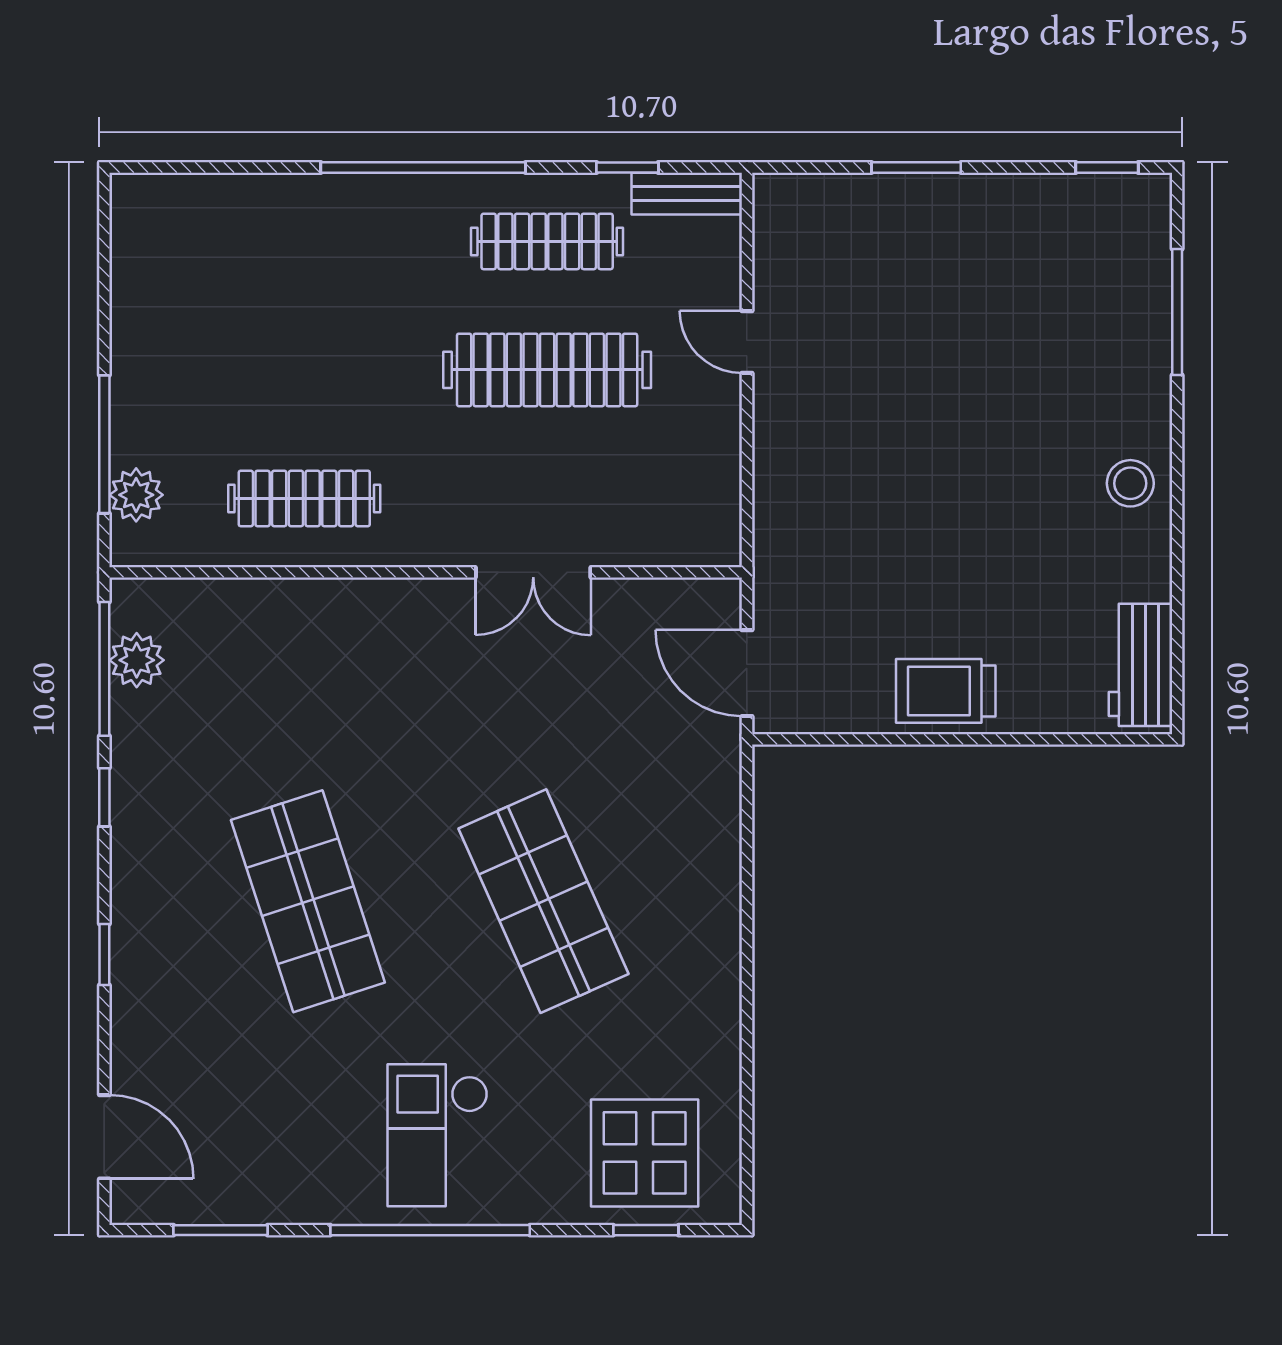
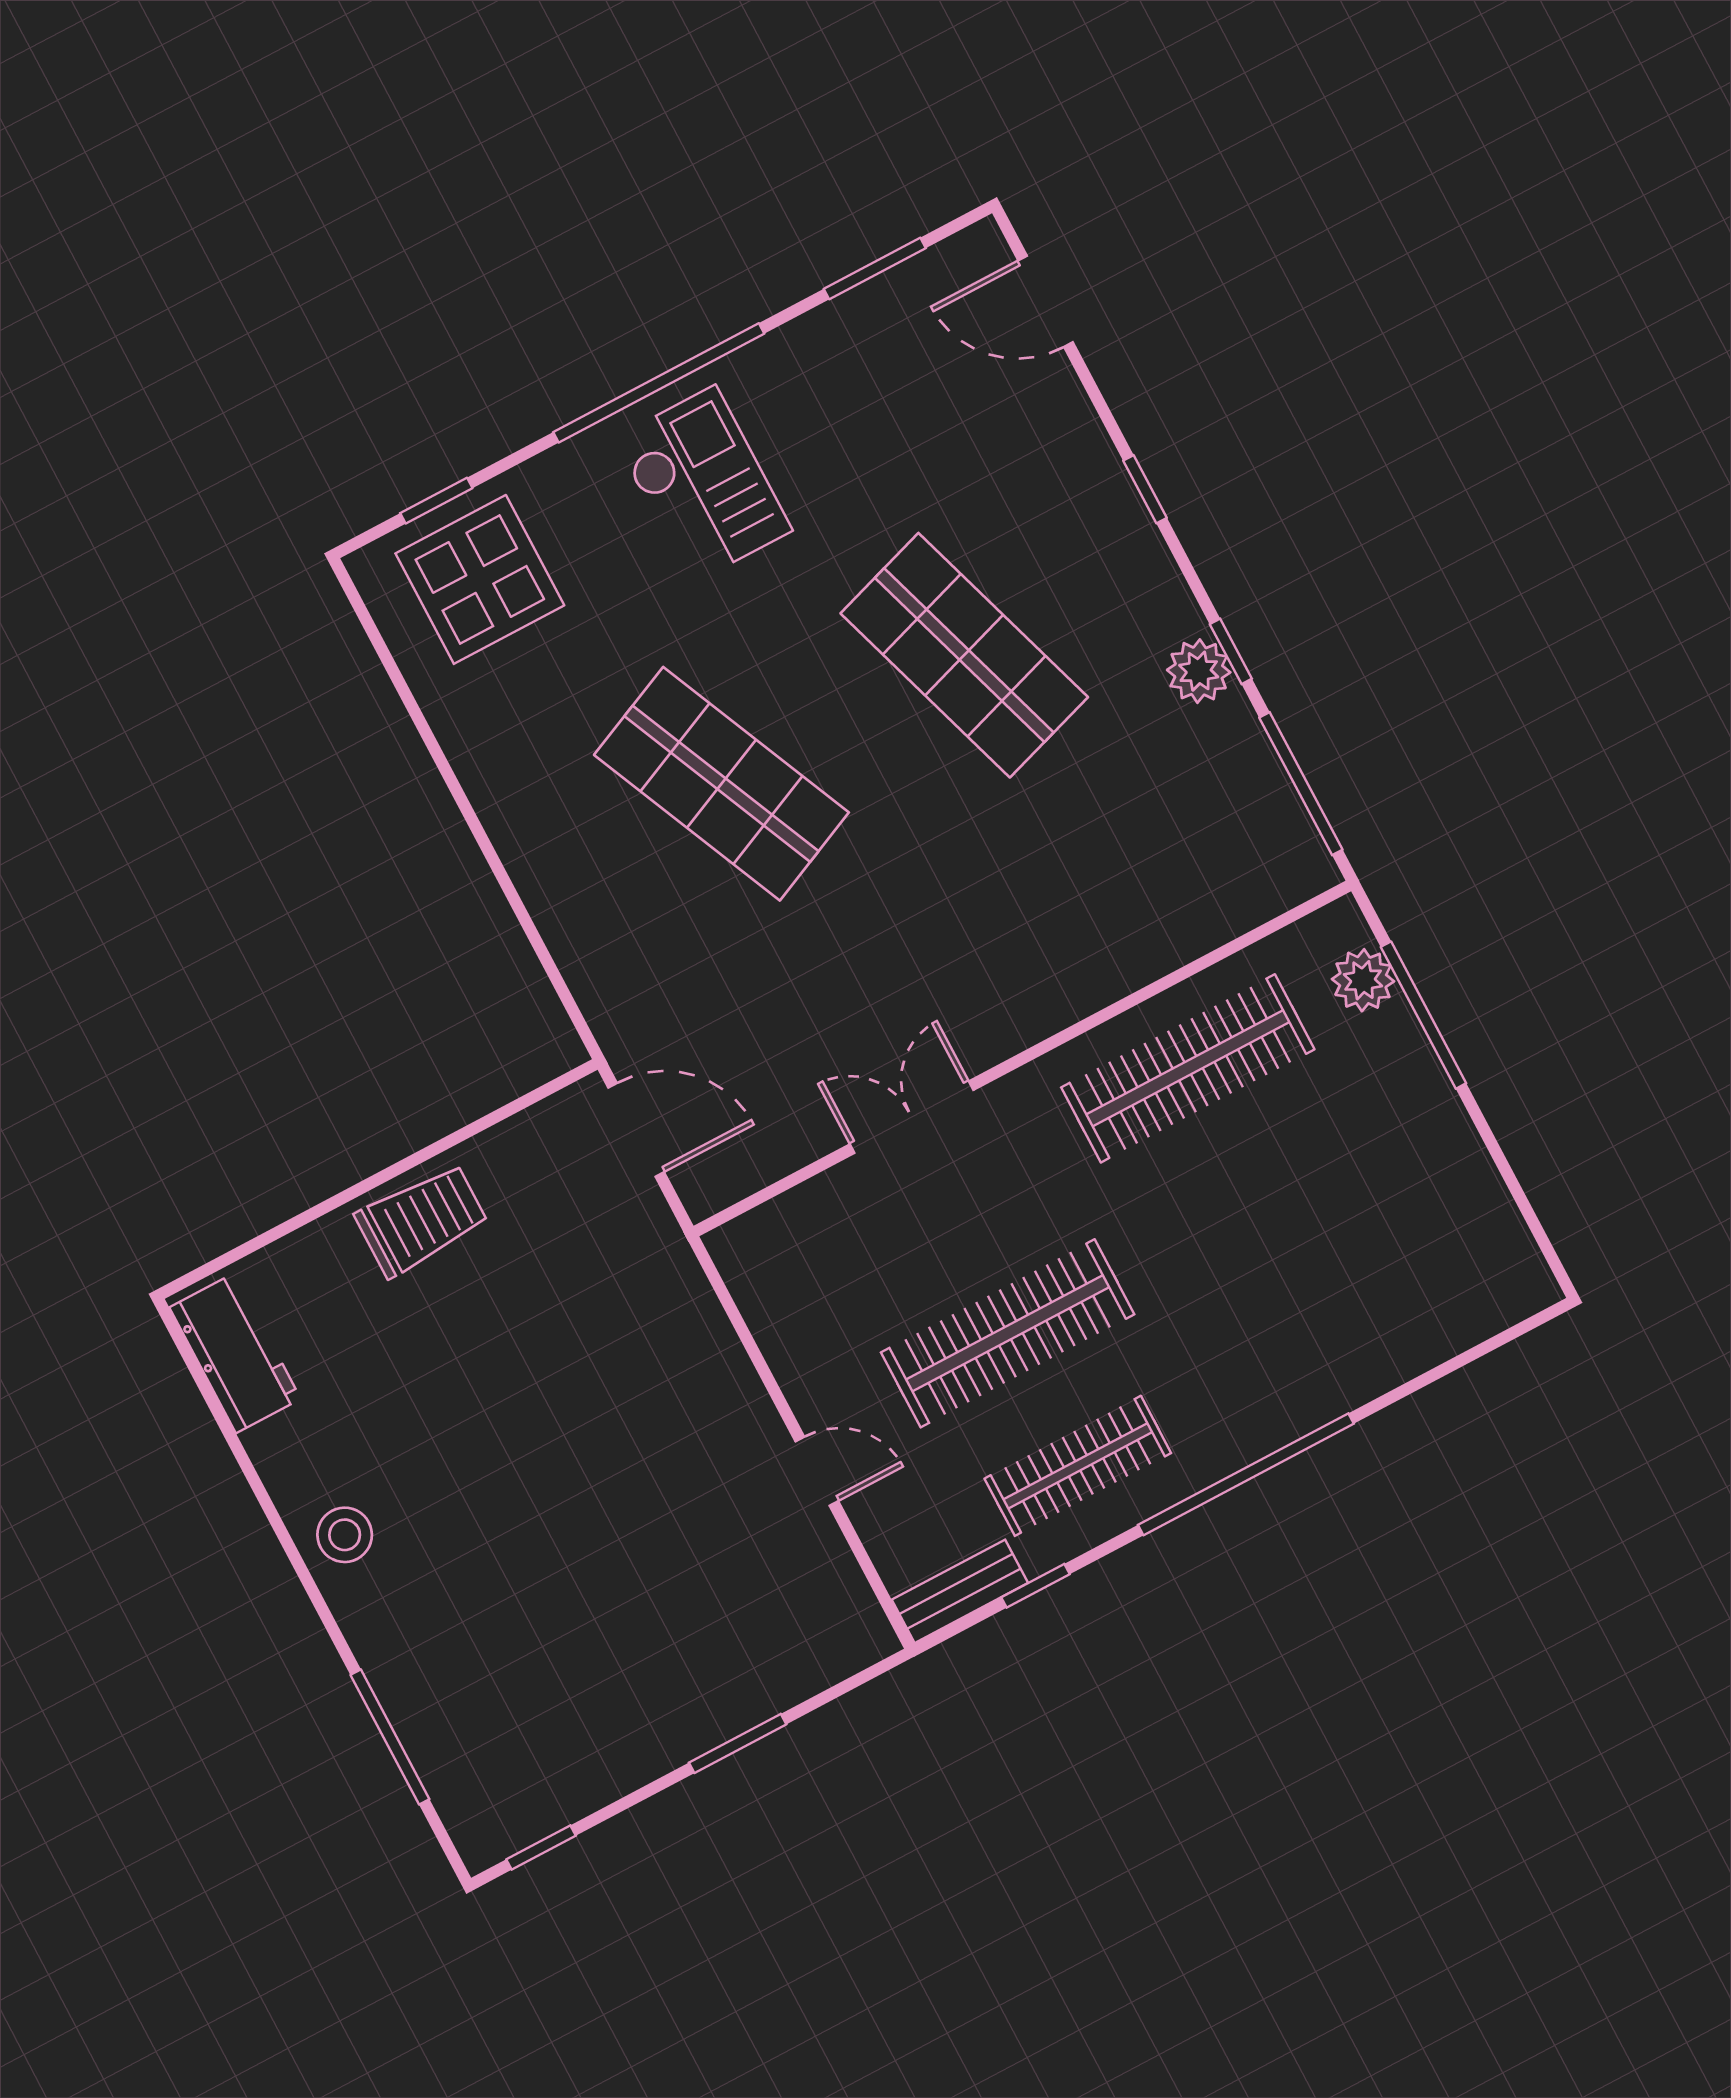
clothes rail: (304, 498) -> (1188, 1068), width x1.37, depth x1.31
plant: (137, 660) -> (1199, 671), moved

